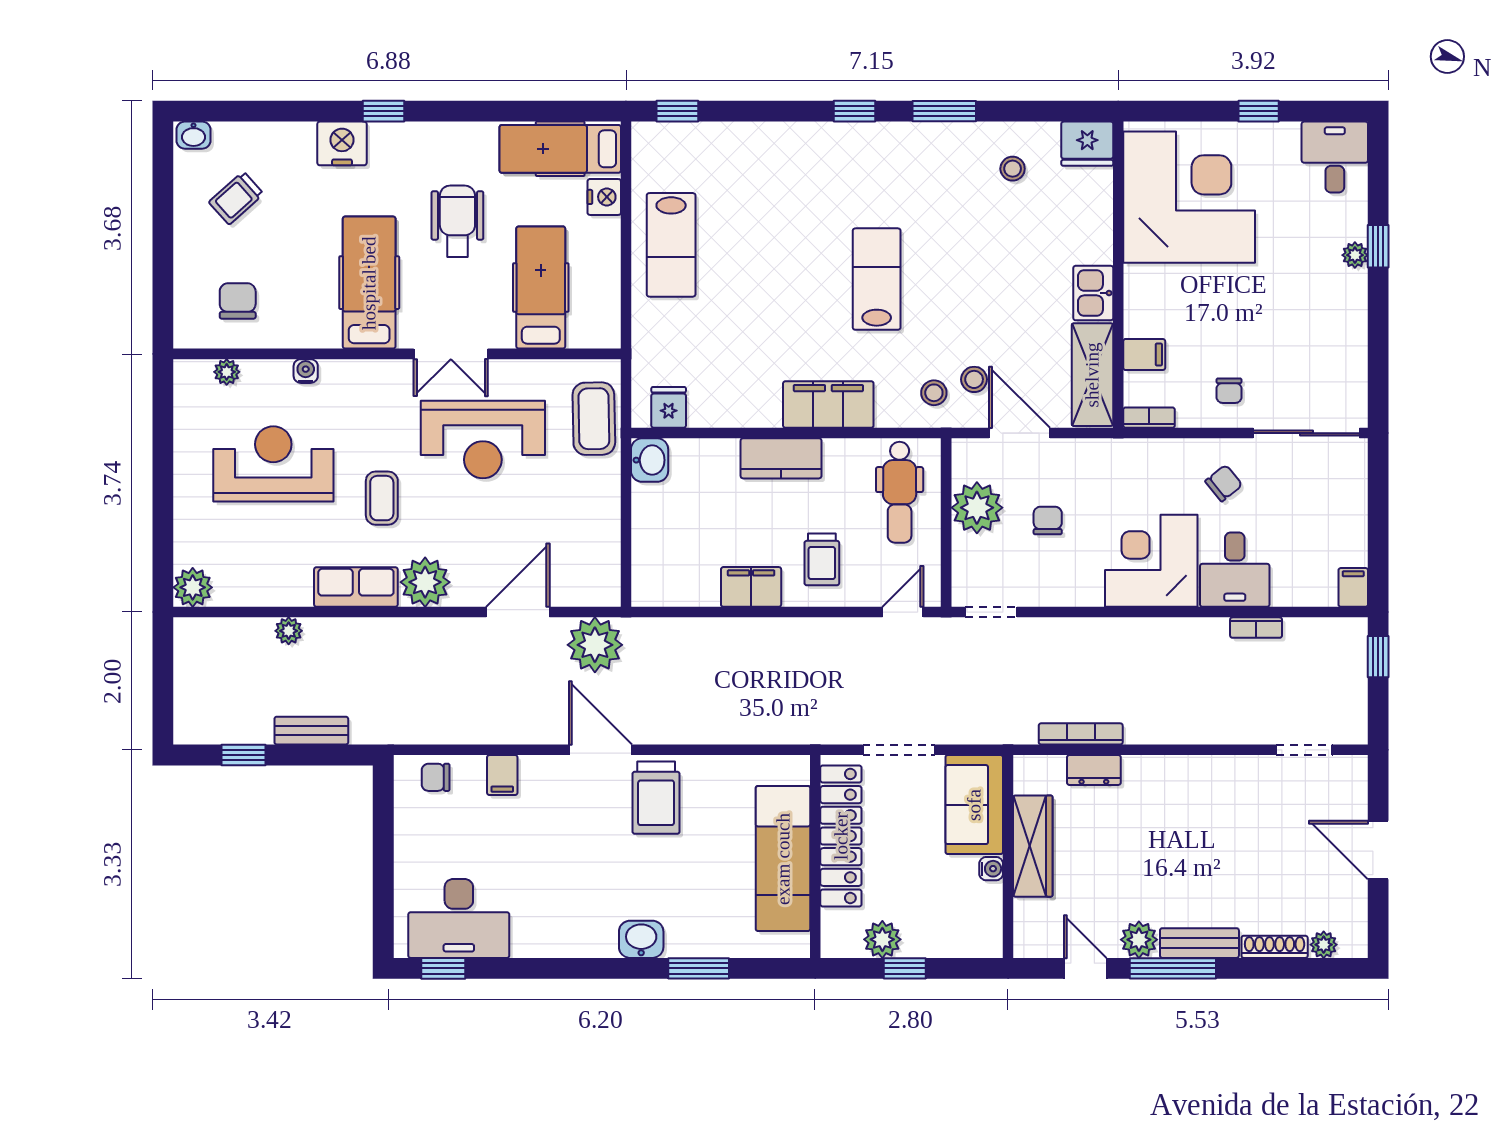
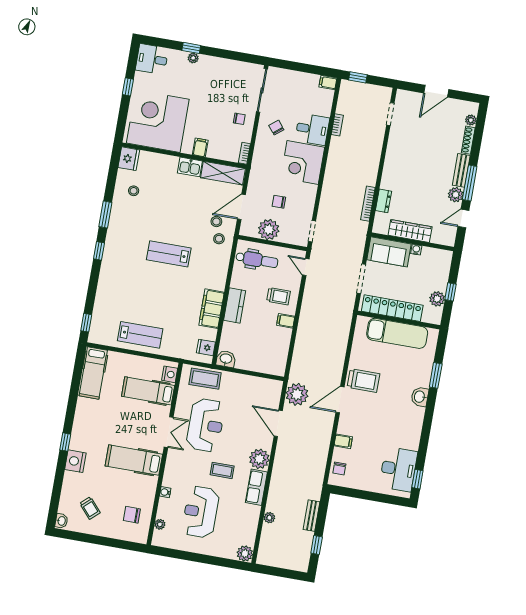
nightstand: (604, 197) -> (170, 374), moved, turned 90
wheelchair: (457, 221) -> (115, 420), removed
filing cabinet: (1144, 354) -> (200, 147), moved
filing cabinet: (828, 404) -> (211, 309), moved
filing cabinet: (751, 587) -> (286, 321), width x0.50

